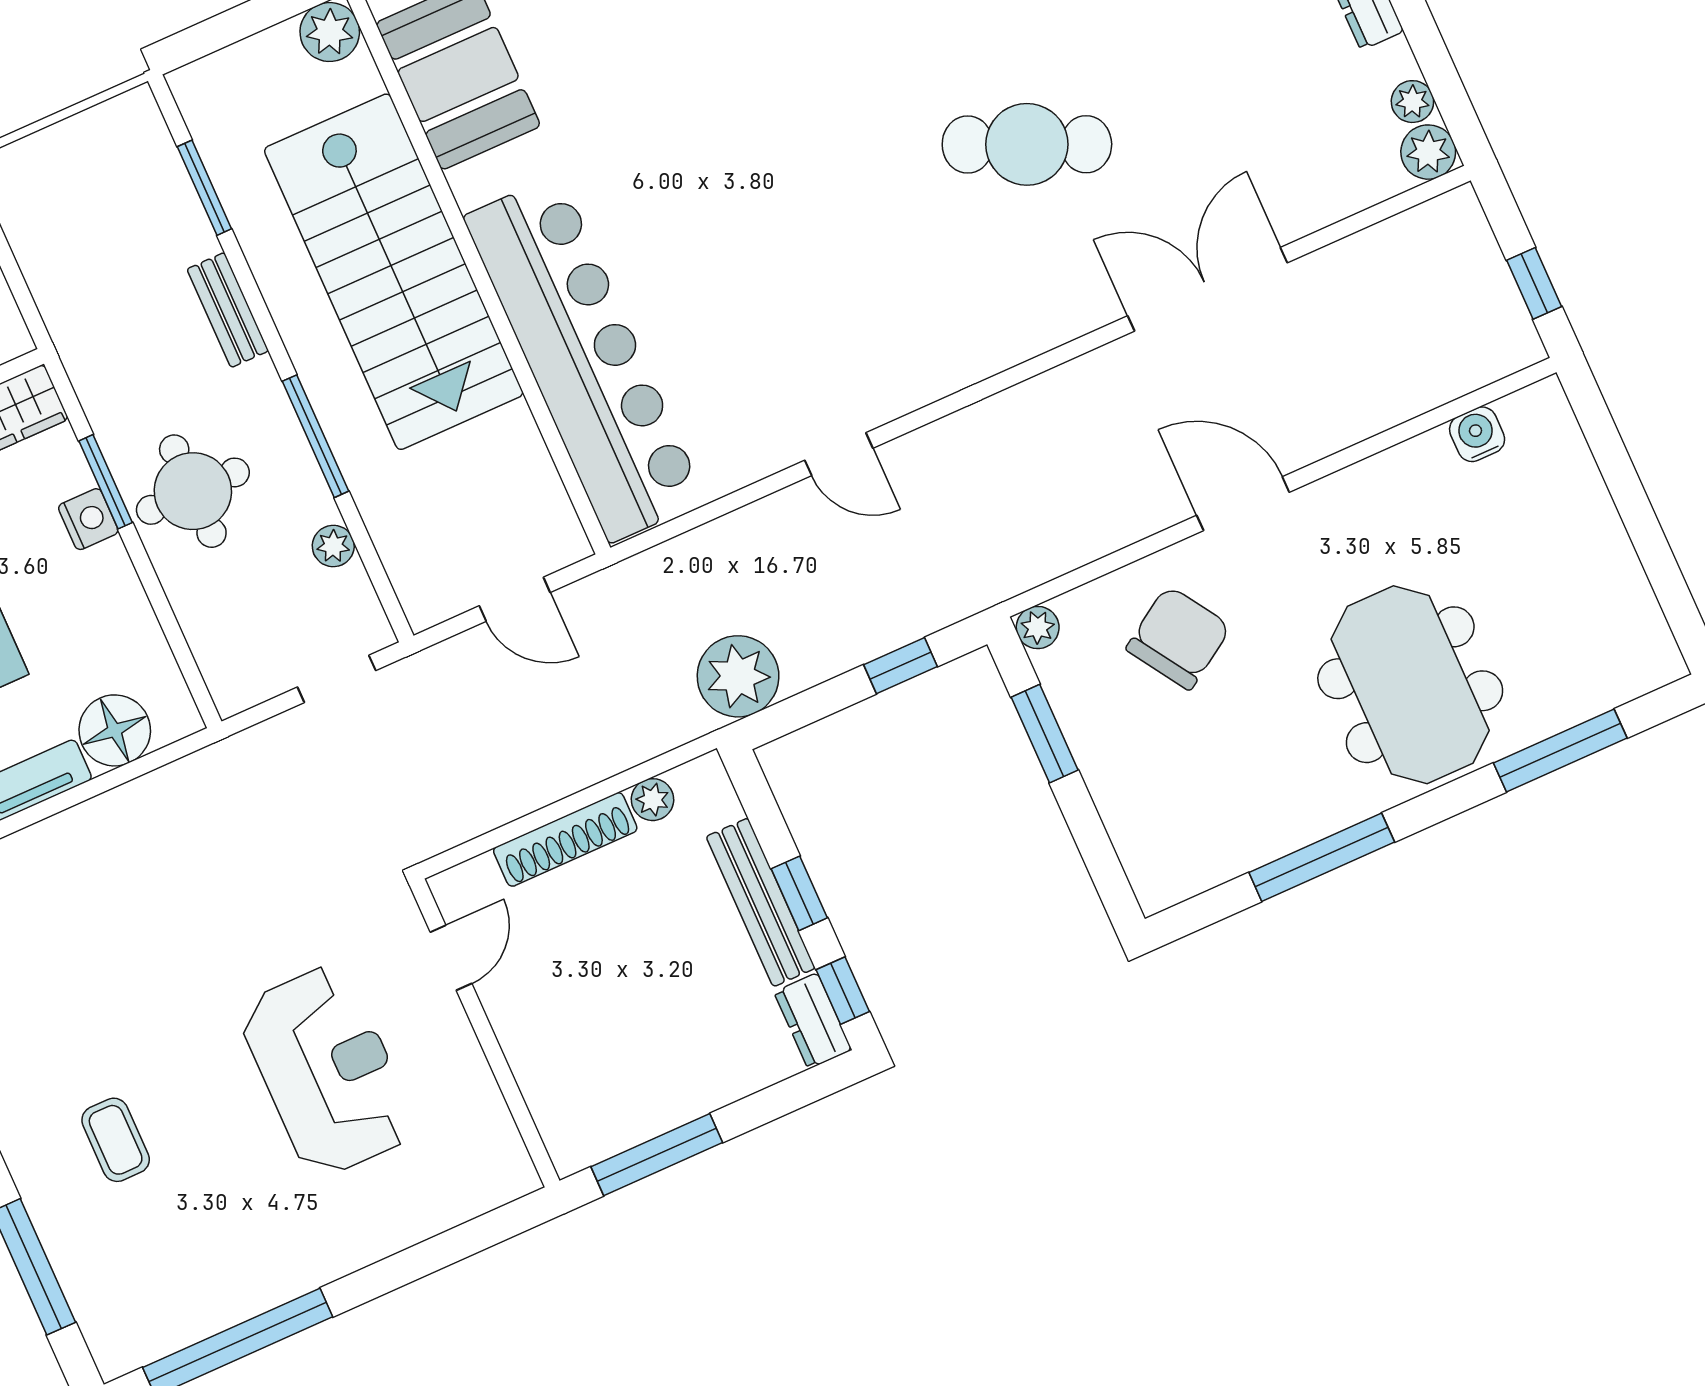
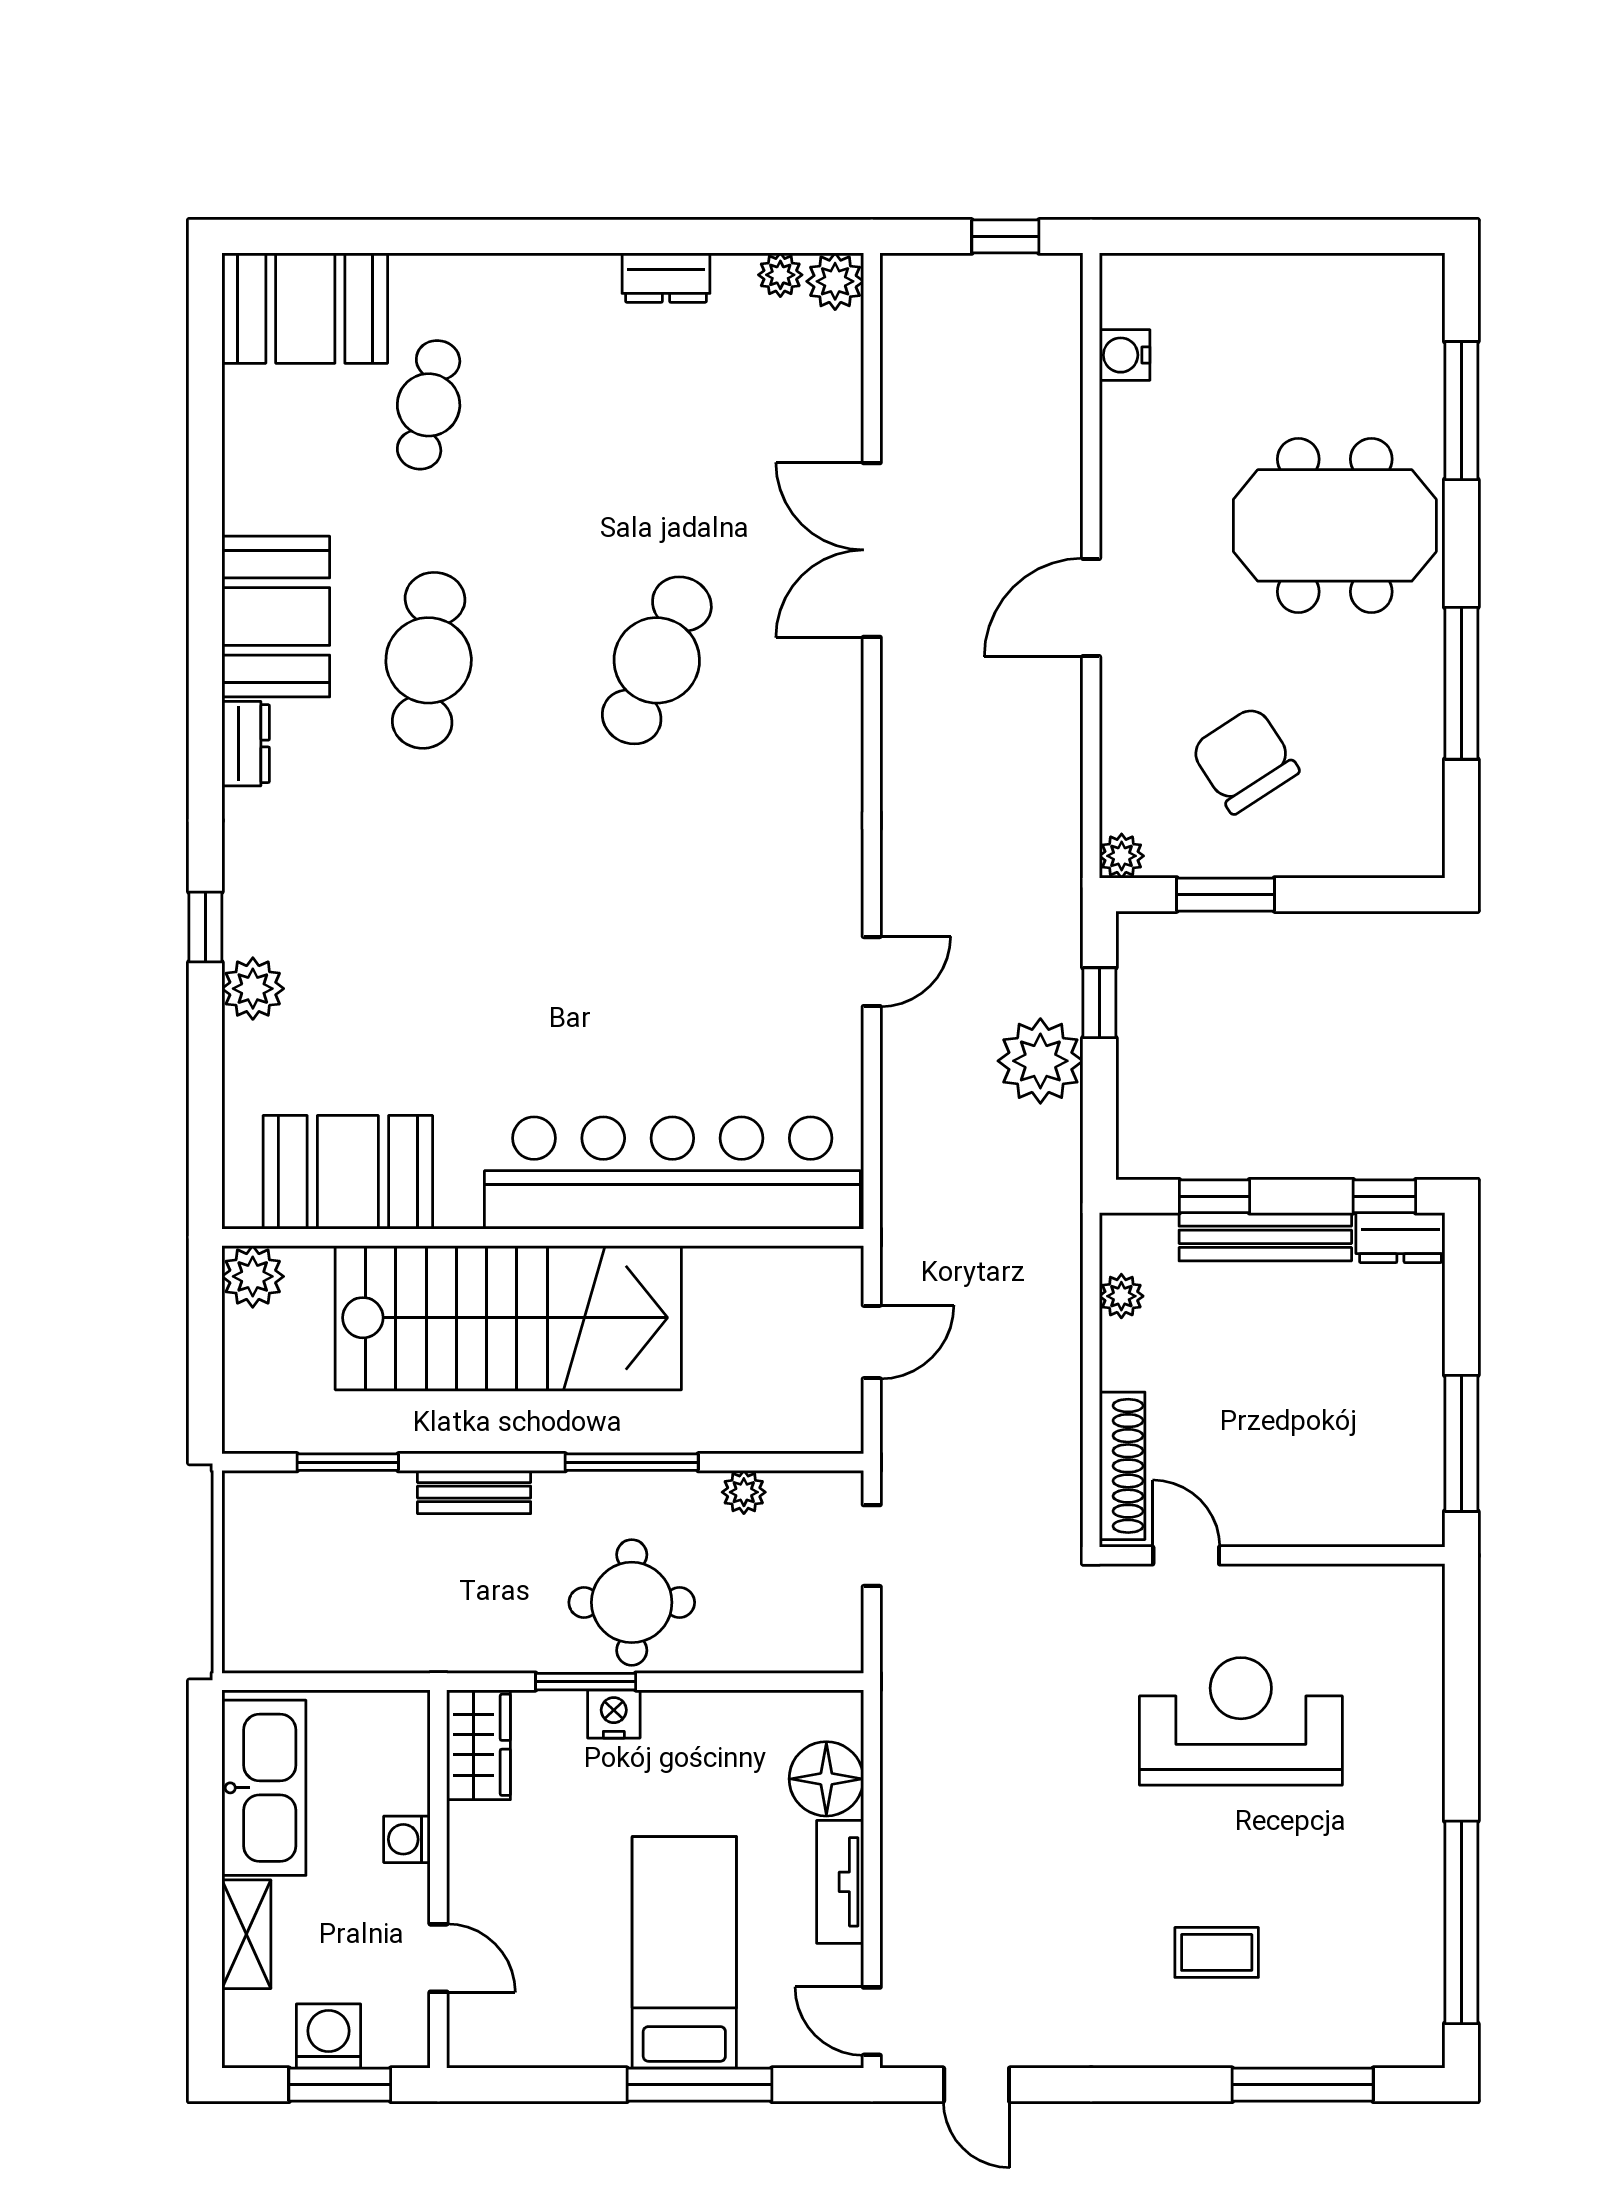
chair: (1178, 638) -> (1245, 760), moved
plant: (738, 676) -> (1040, 1061), moved
shoe rack: (565, 839) -> (1122, 1466), moved
window: (799, 893) -> (1214, 1196), moved

